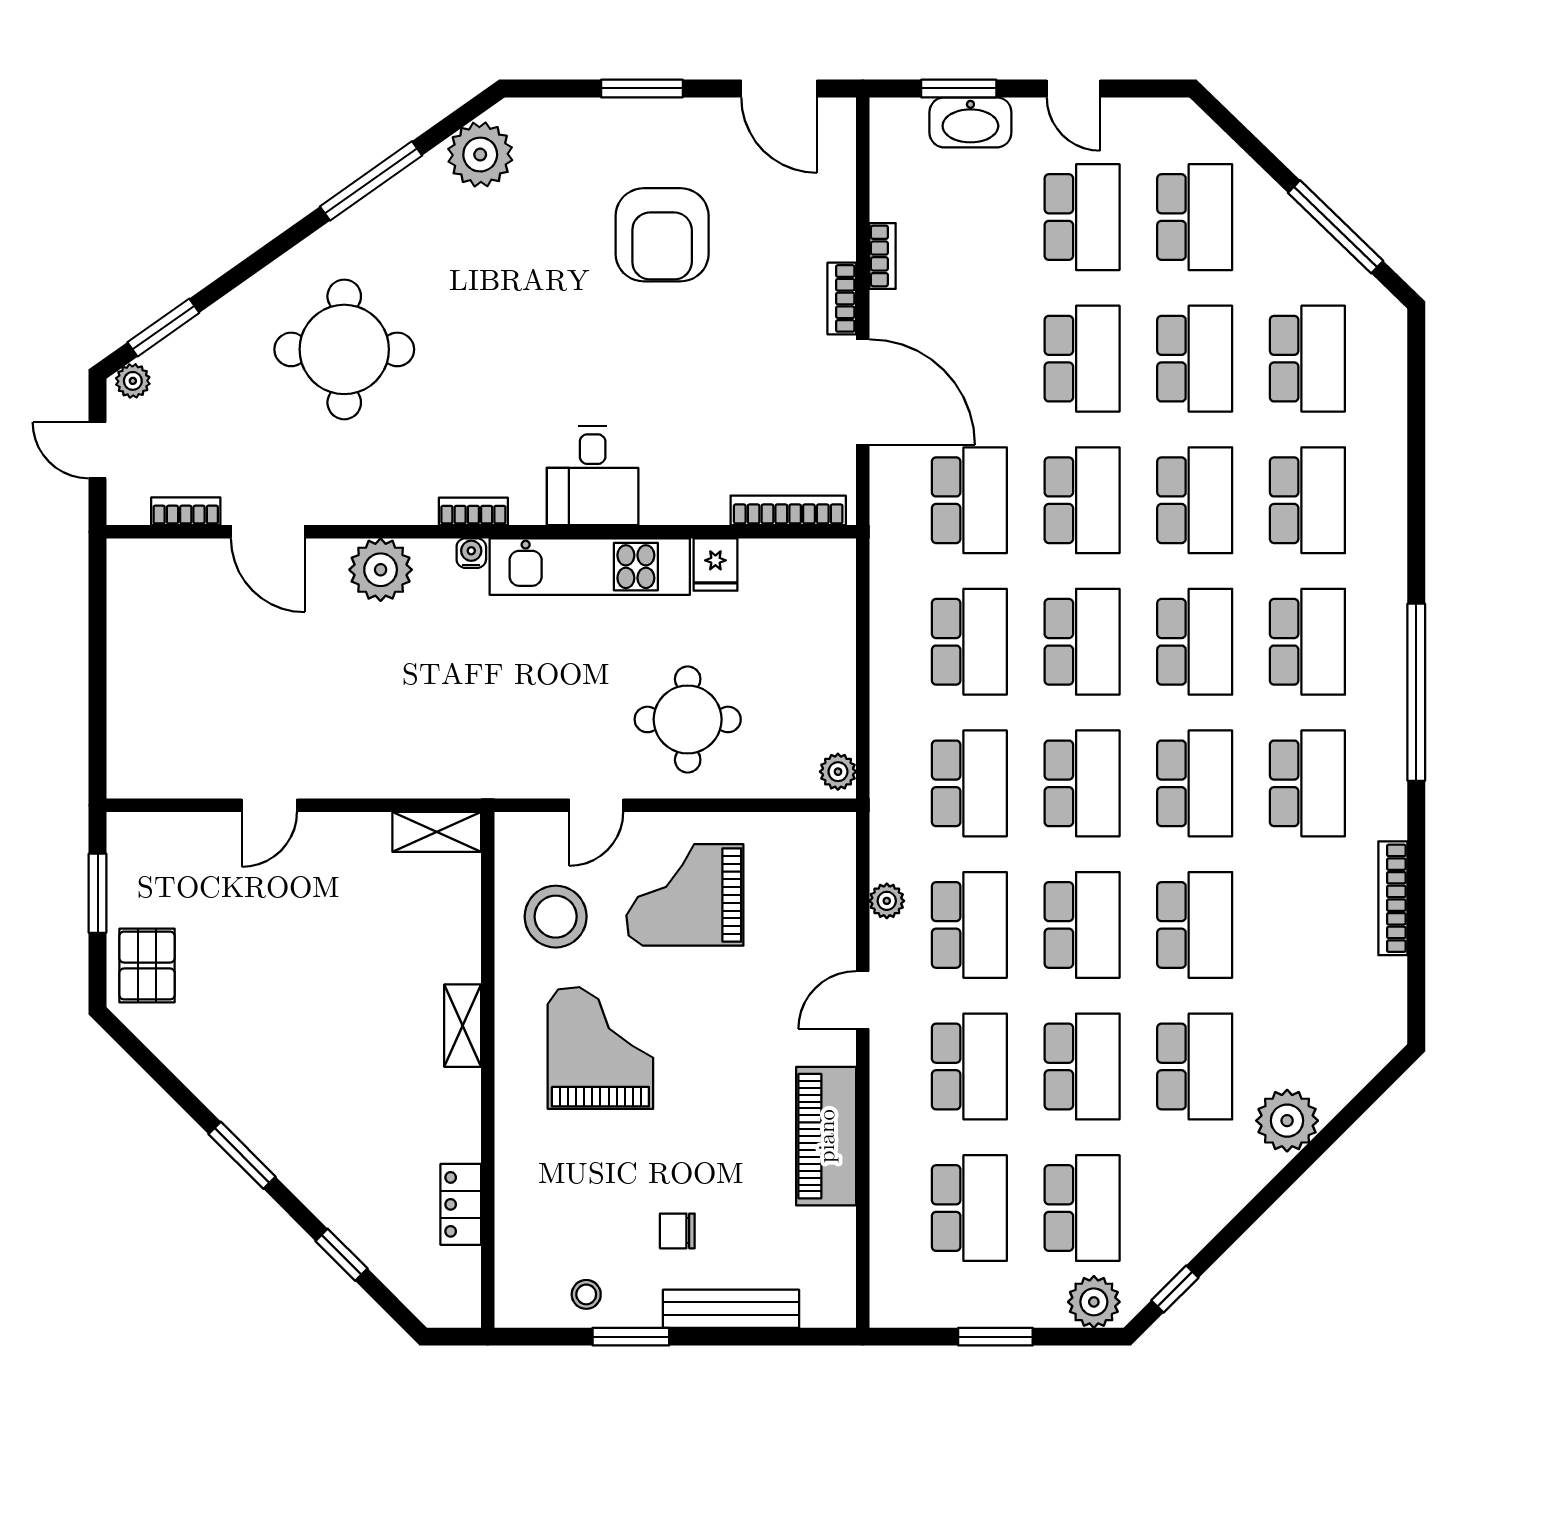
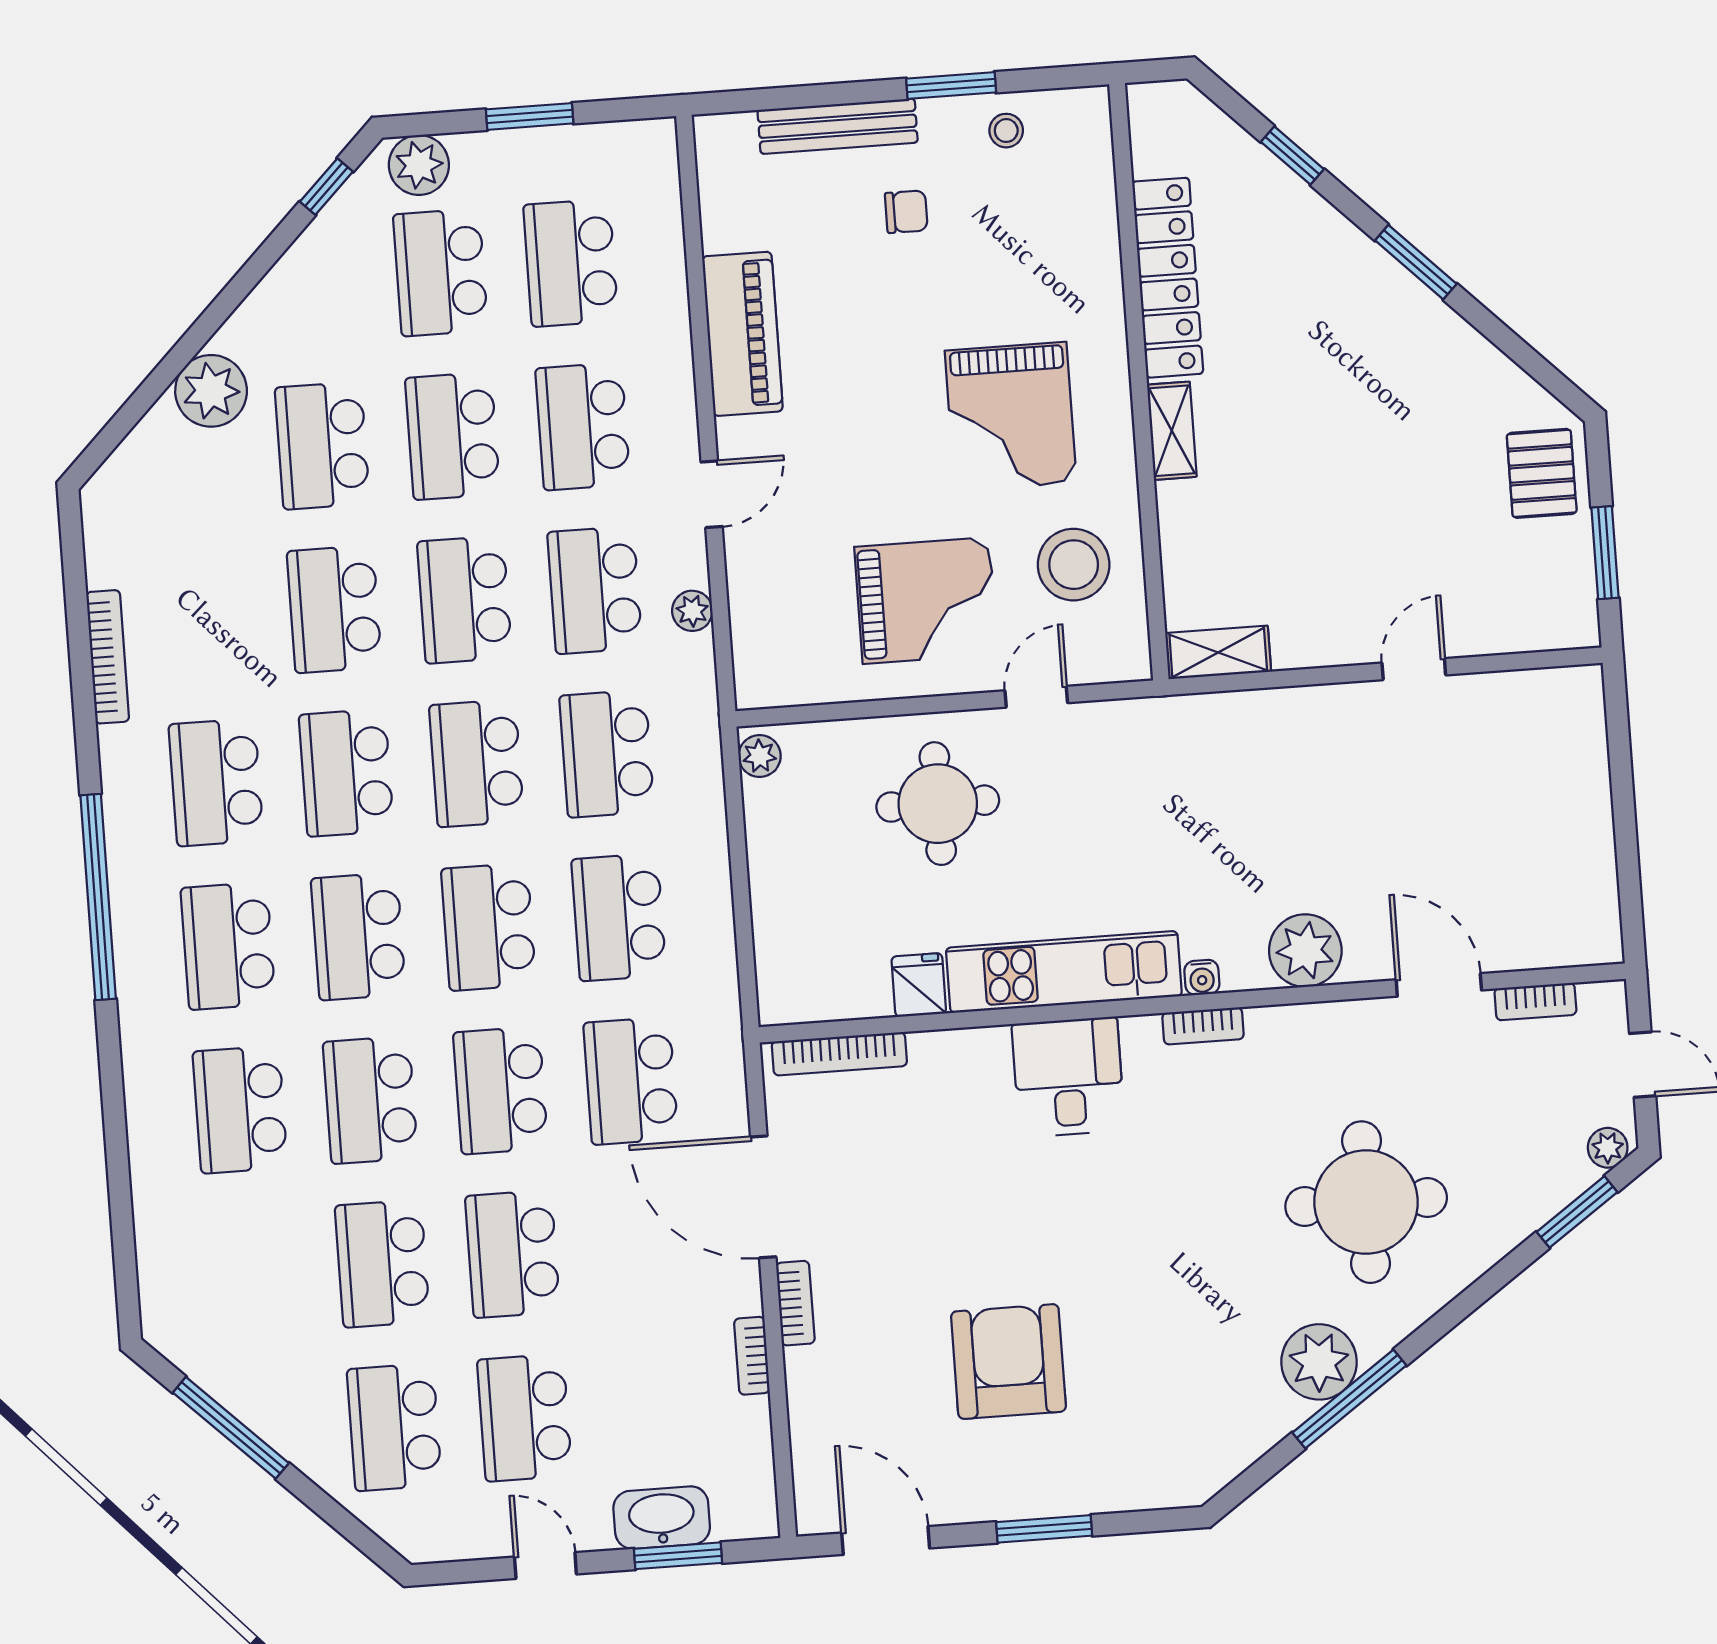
plant: (480, 155) -> (1319, 1362), moved
school desk: (1307, 359) -> (252, 1273), removed
locker: (461, 1204) -> (1168, 278), width x2.16, depth x1.21

